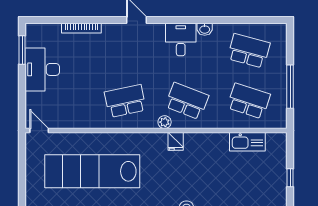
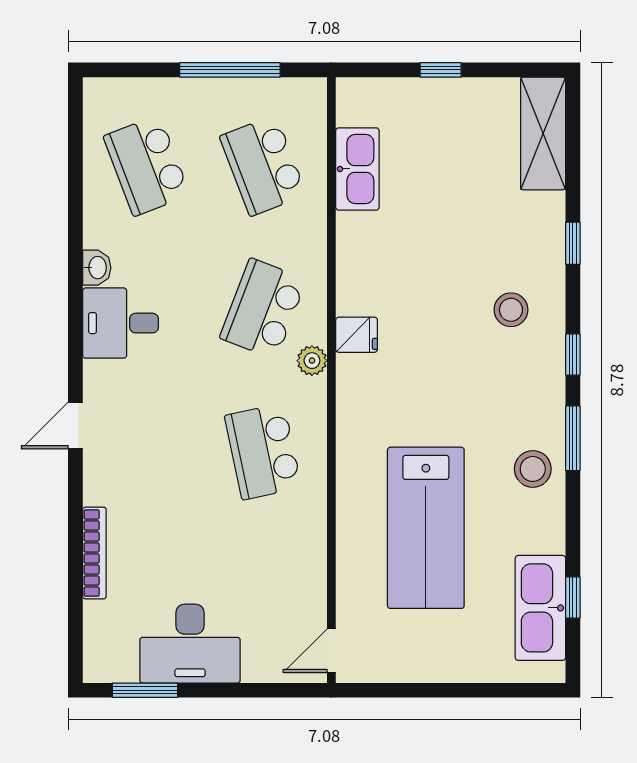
school desk: (249, 51) -> (147, 166), turned -36
school desk: (249, 101) -> (263, 166), turned -39
lab bench: (92, 171) -> (426, 528), width x0.73

